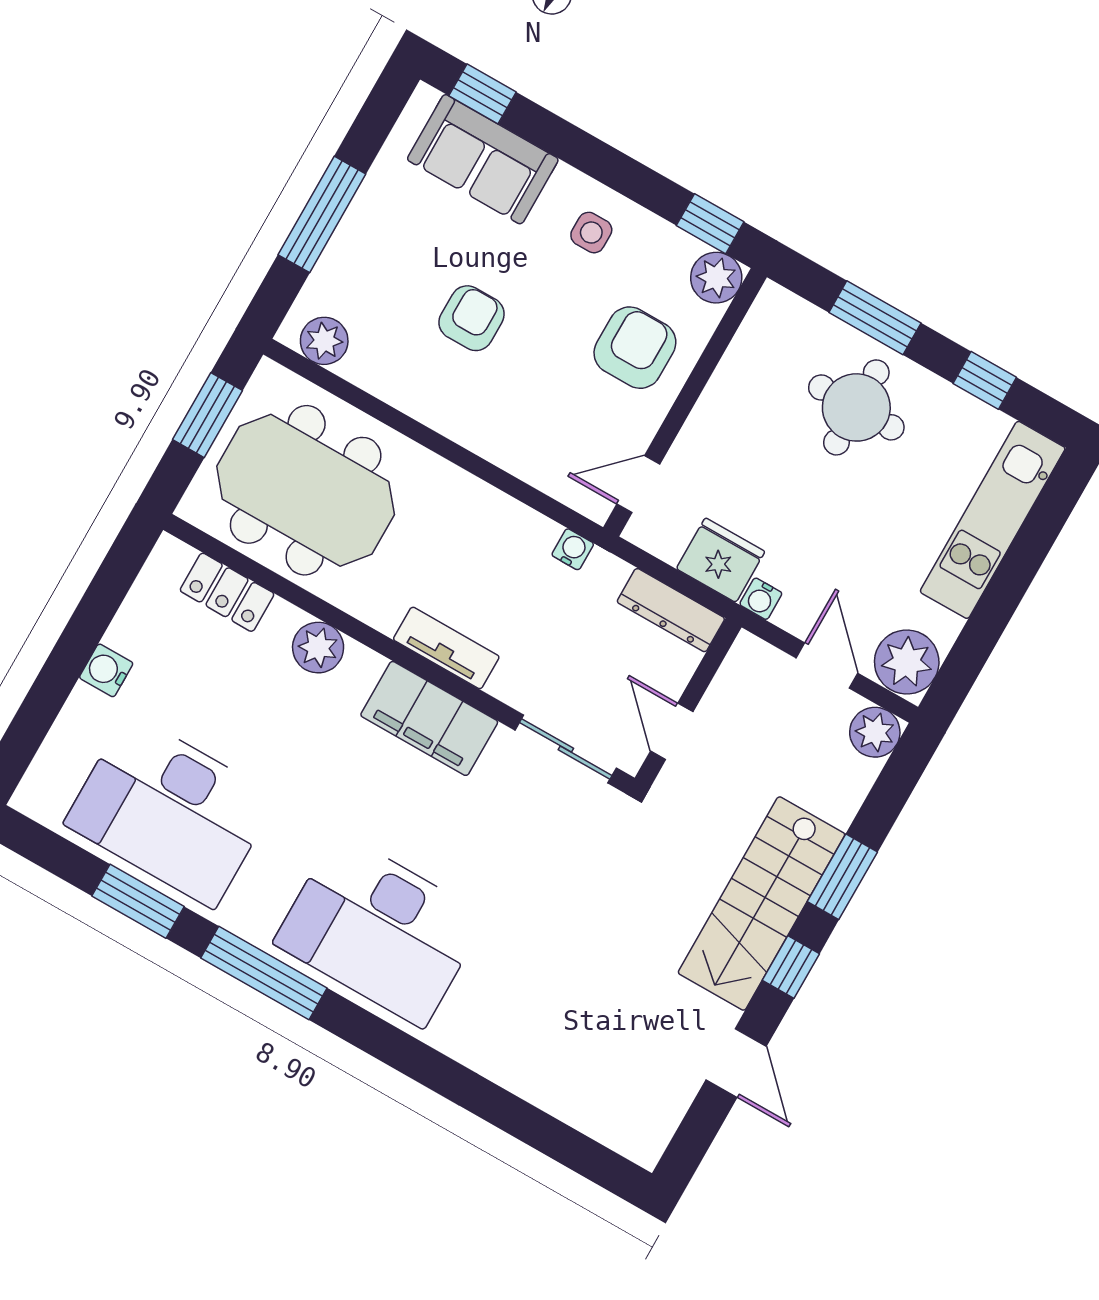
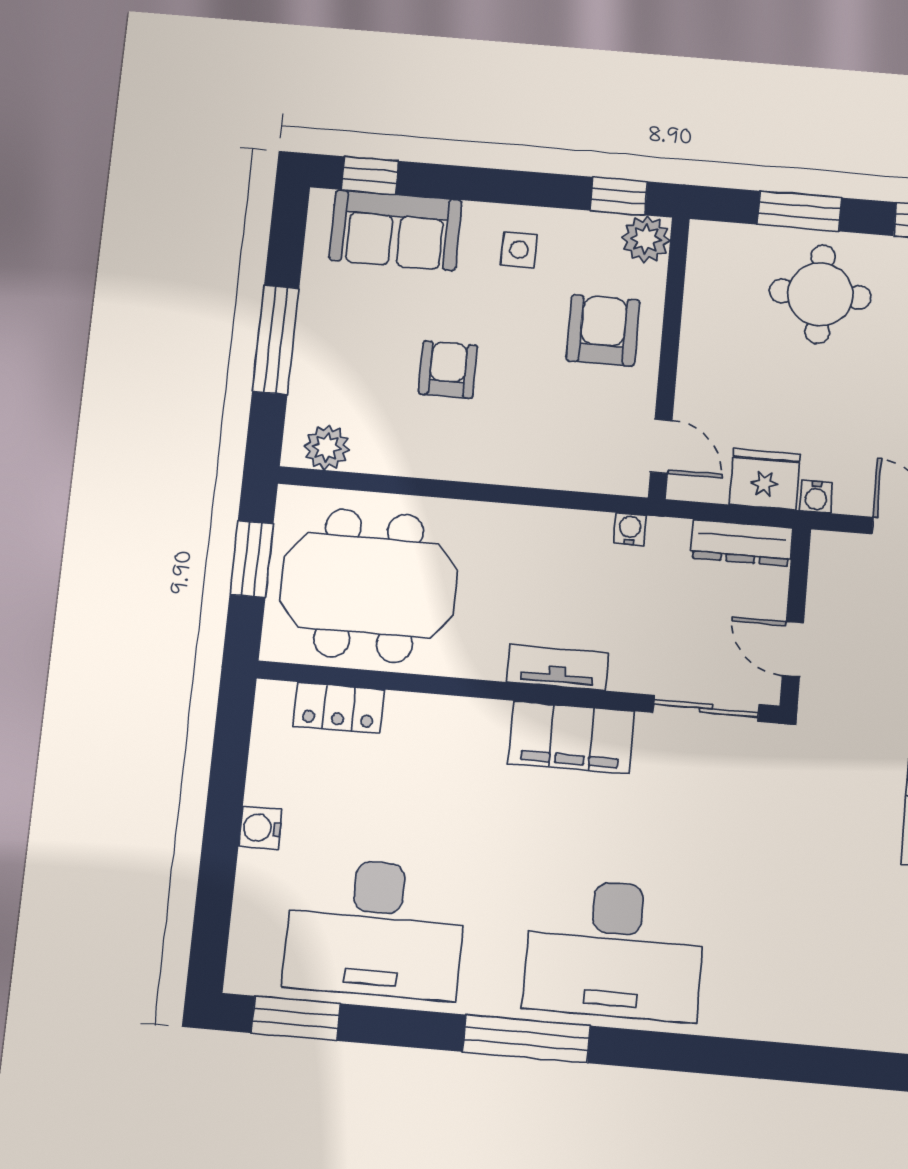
door: (638, 484) -> (661, 446), swing flipped
plant: (318, 648) -> (443, 720), removed
window: (138, 901) -> (296, 1018), moved

